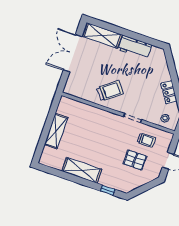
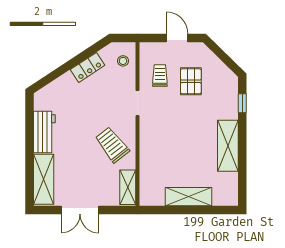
double door: (73, 53) -> (80, 210), width x0.73
shelving: (77, 91) -> (128, 187), added

